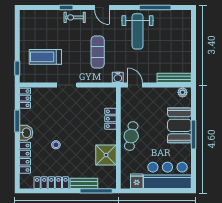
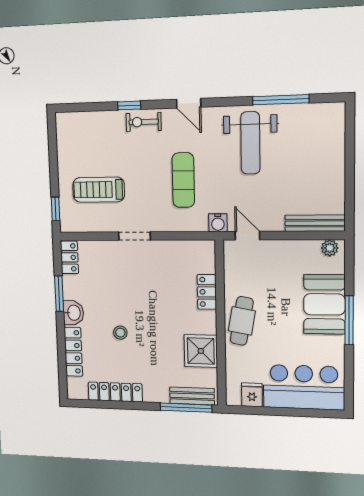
bench: (84, 183) -> (192, 396), moved

